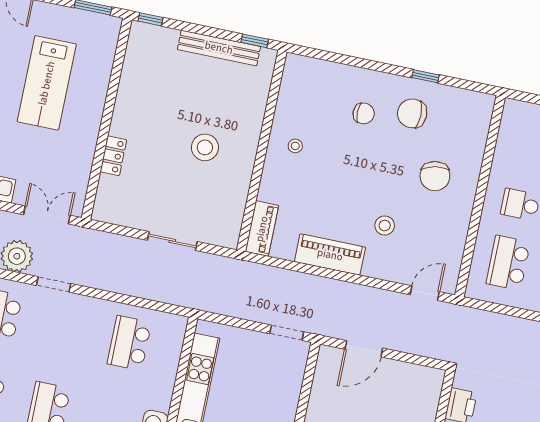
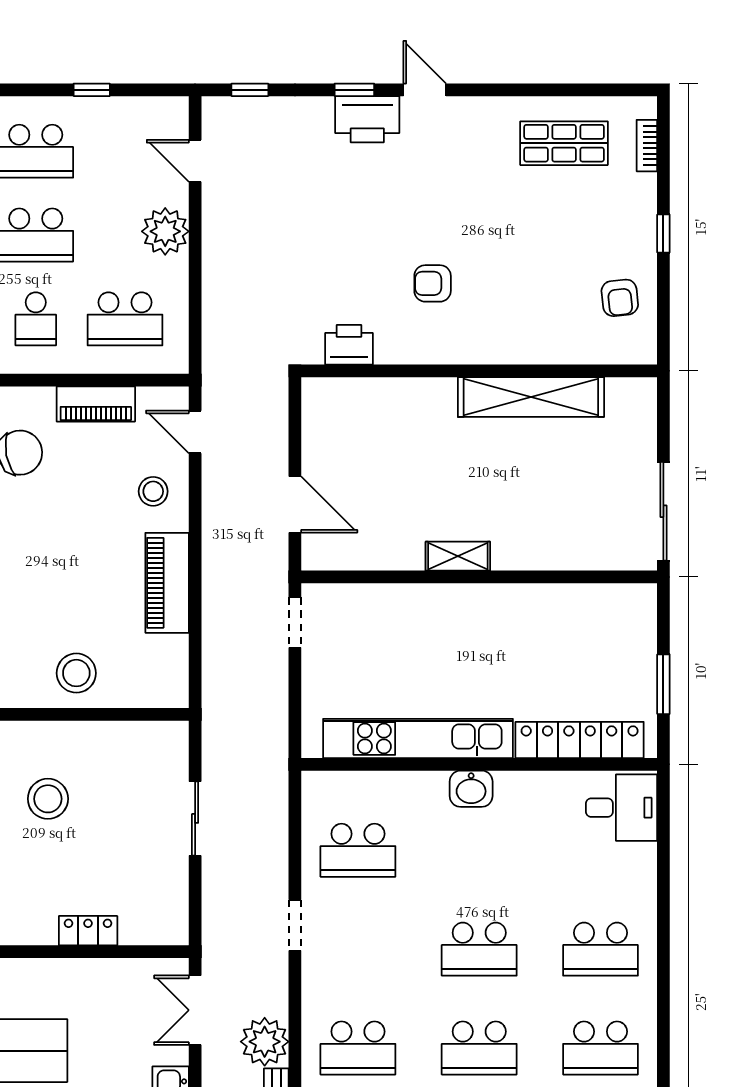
stool: (295, 146) -> (76, 673), moved, width x1.89, depth x1.89
stool: (385, 225) -> (153, 491), moved
piano: (262, 229) -> (96, 404), moved, turned 180
doorway: (54, 284) -> (295, 925), moved

